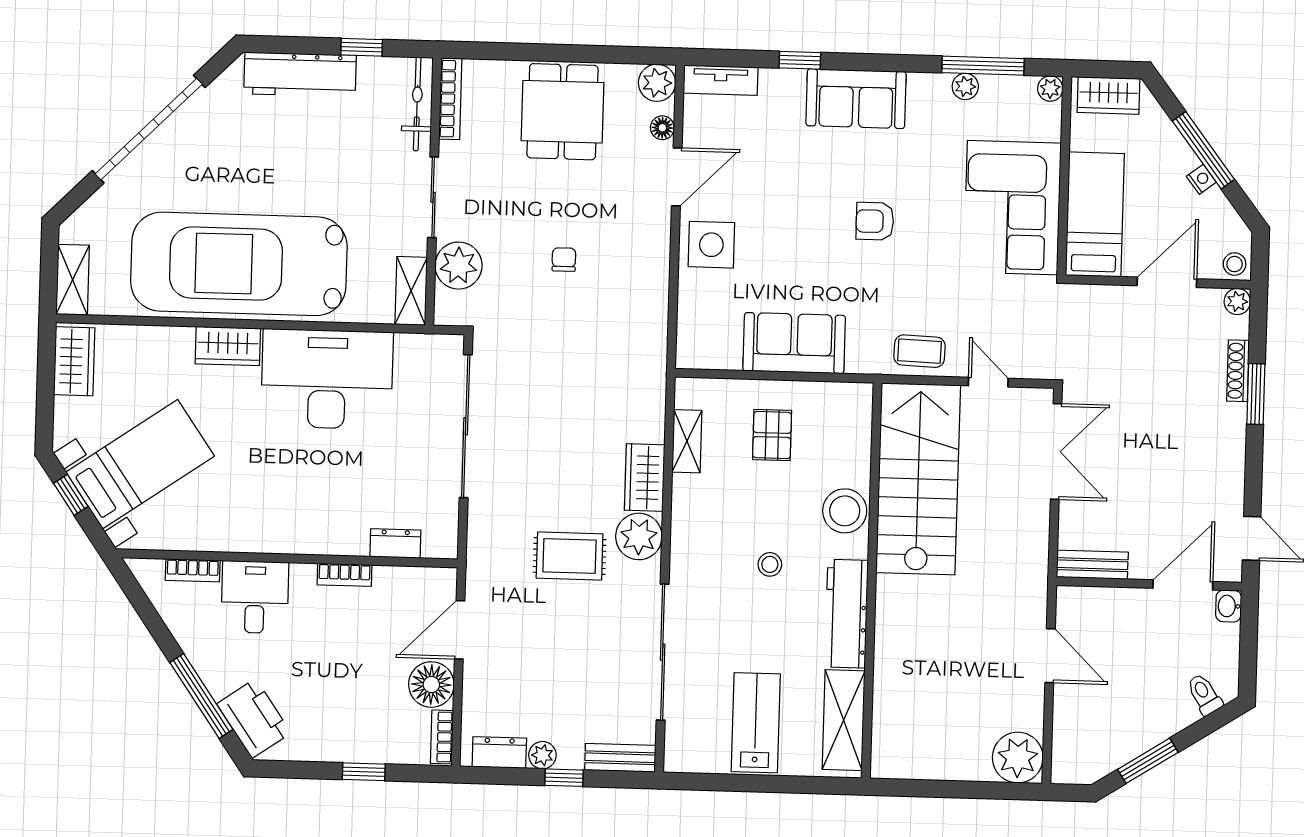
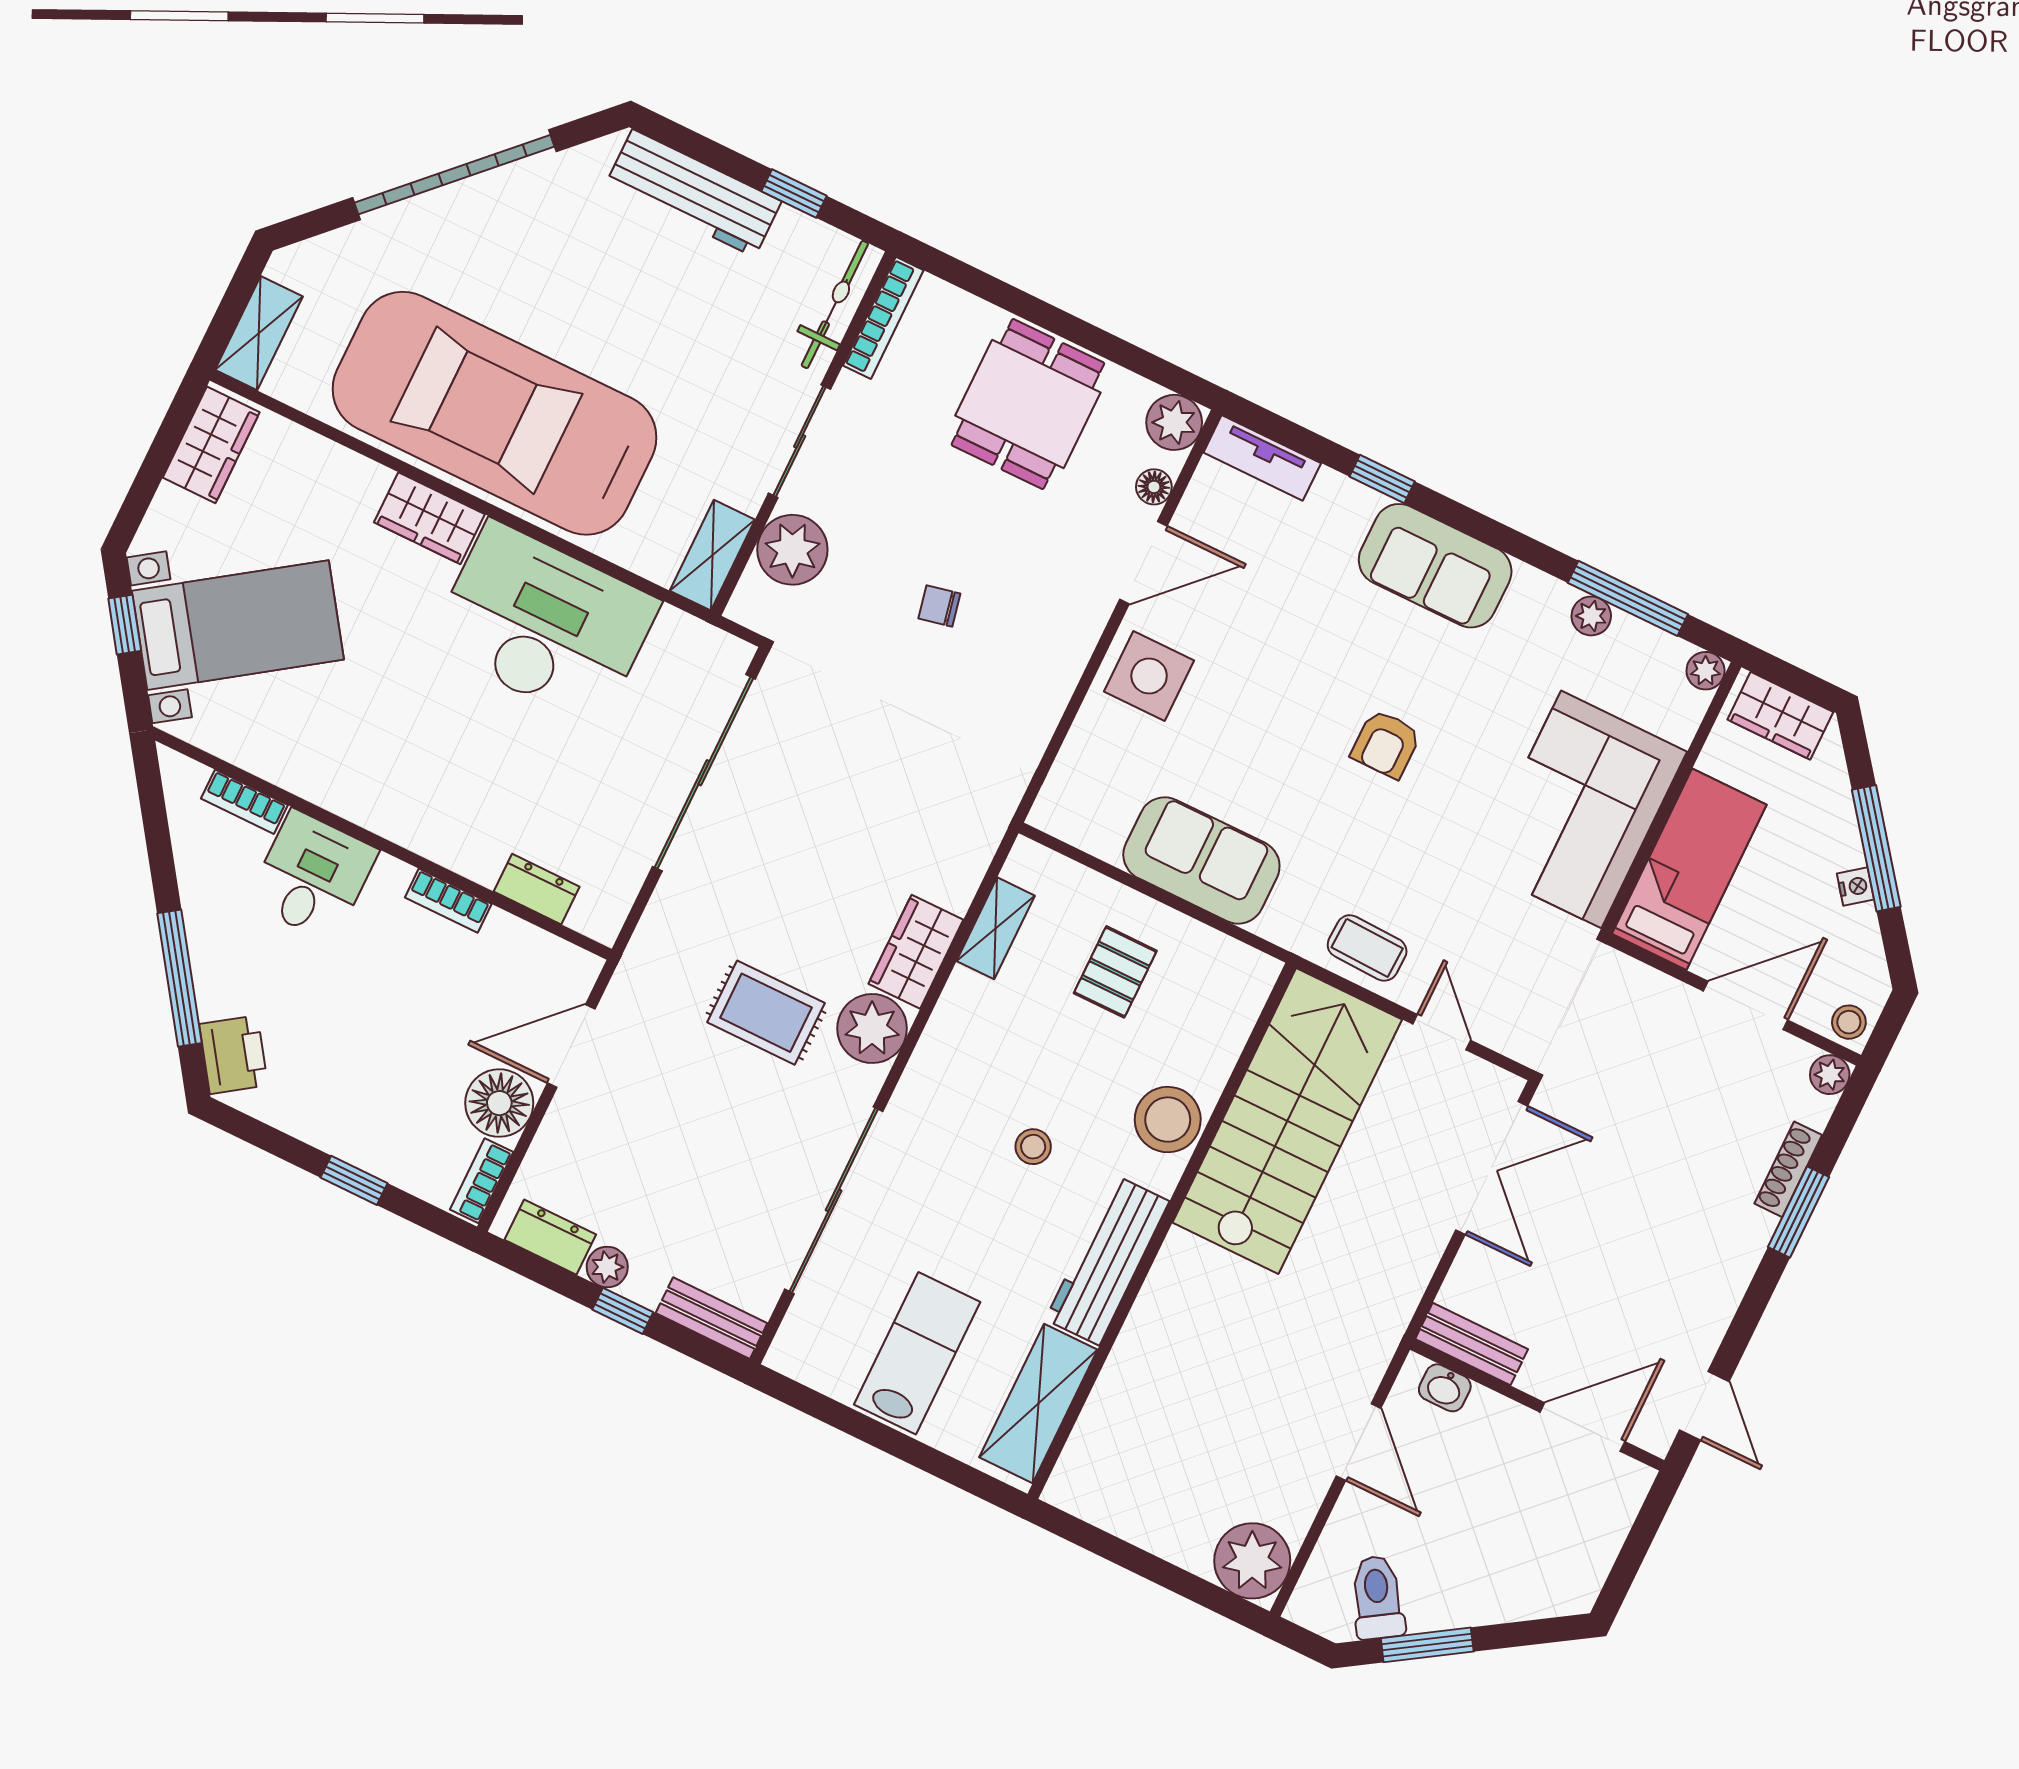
armchair: (875, 221) -> (1386, 744), turned -90
chair: (564, 260) -> (939, 606), turned -102
washbasin: (1229, 606) -> (1445, 1388), moved, turned -90
toilet: (1204, 694) -> (1377, 1597), moved, width x1.37, depth x1.39
printer: (254, 718) -> (234, 1055), width x0.73, depth x0.84

